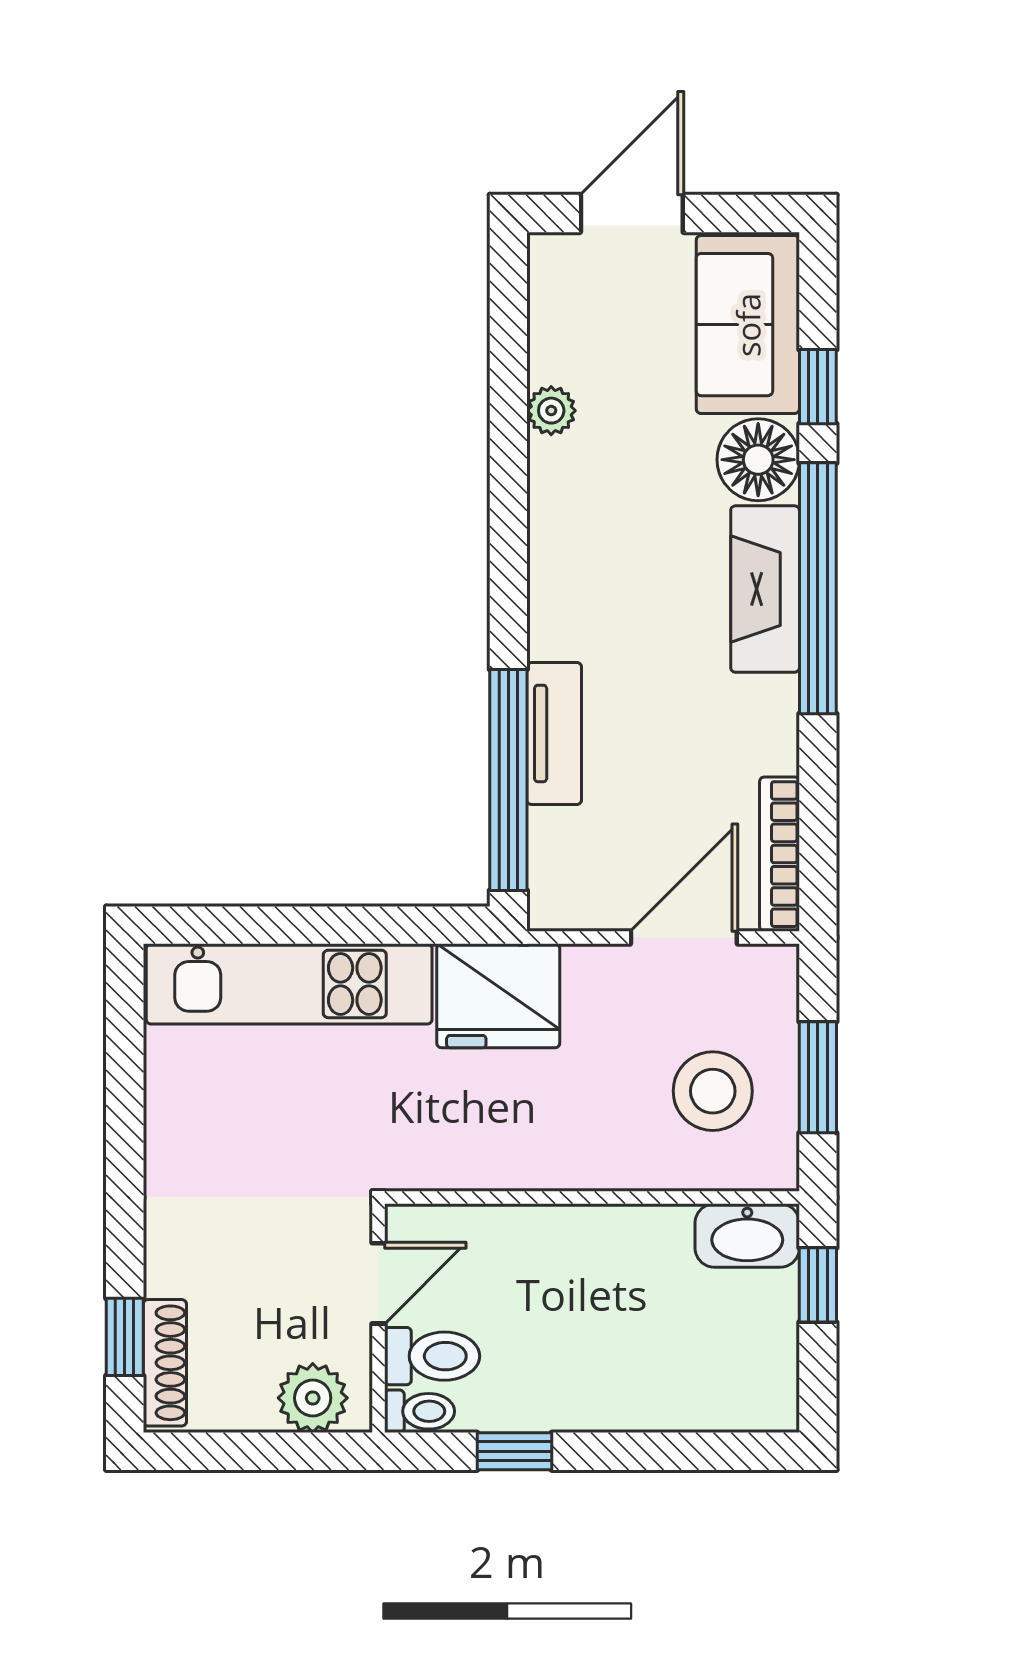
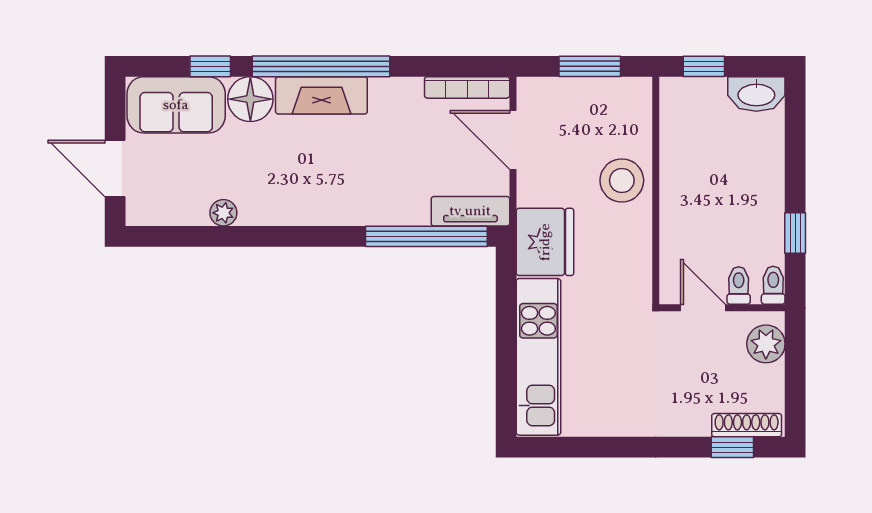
tv unit: (554, 733) -> (470, 211), moved
stool: (713, 1091) -> (622, 180), moved
washbasin: (747, 1235) -> (756, 94), moved, turned 90
toilet: (432, 1356) -> (739, 286), width x0.73, depth x0.72

